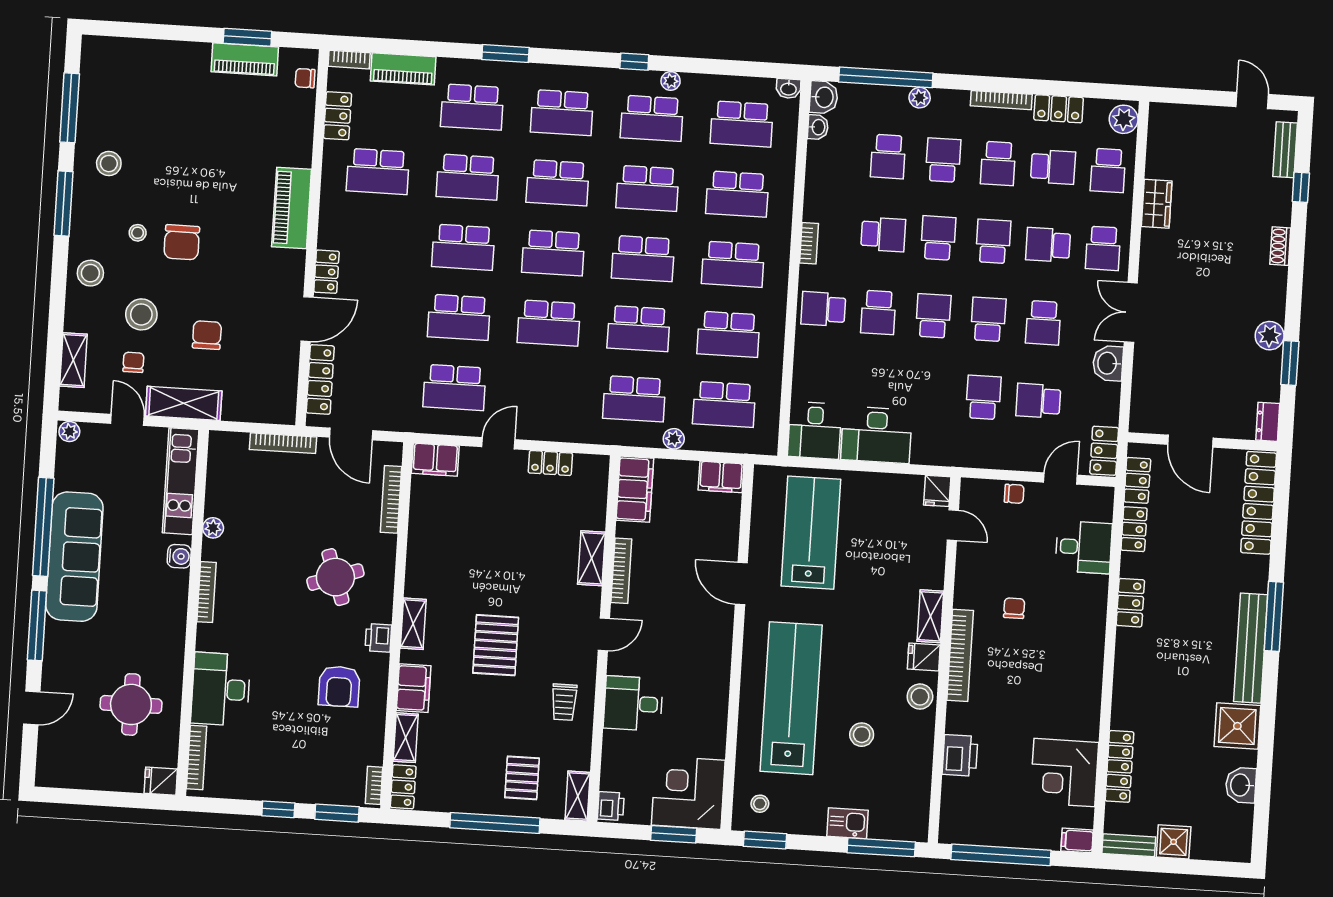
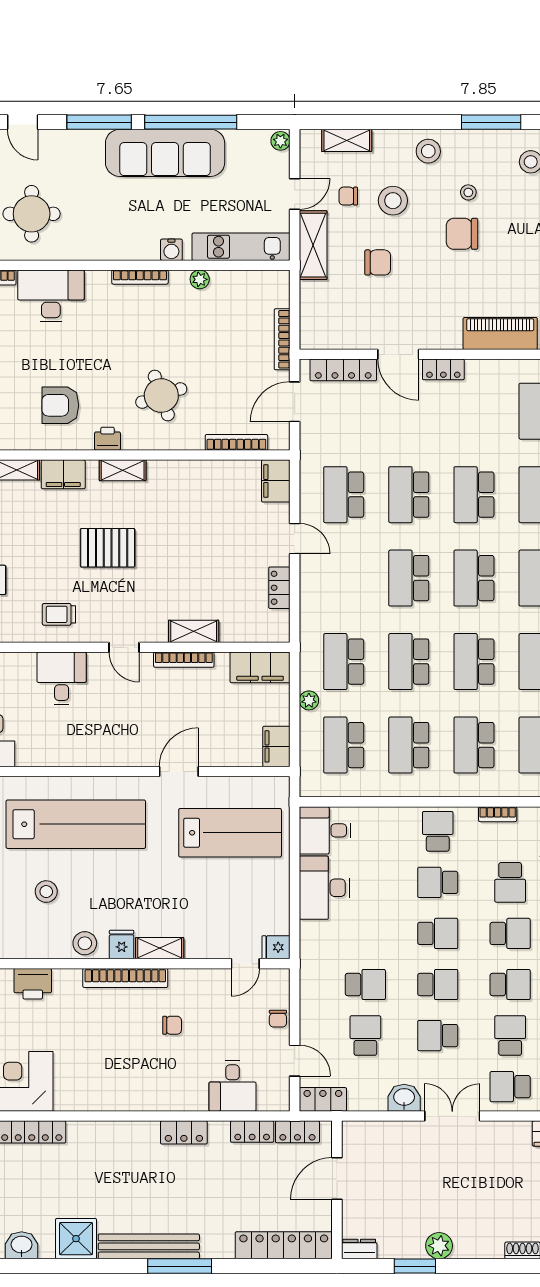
chair: (133, 362) -> (348, 196), turned 180

